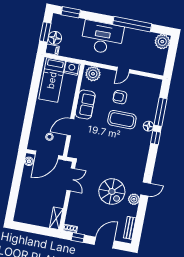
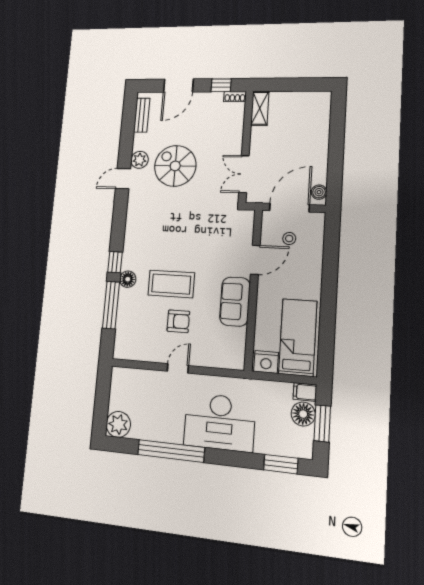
plant: (93, 74) -> (228, 356), removed

